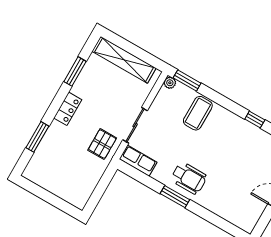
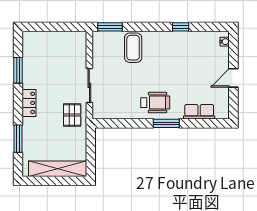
shelving: (124, 60) -> (58, 169), moved
plant: (170, 83) -> (97, 36), removed
row of seats: (138, 161) -> (199, 112), moved
window: (175, 197) -> (166, 123), moved

